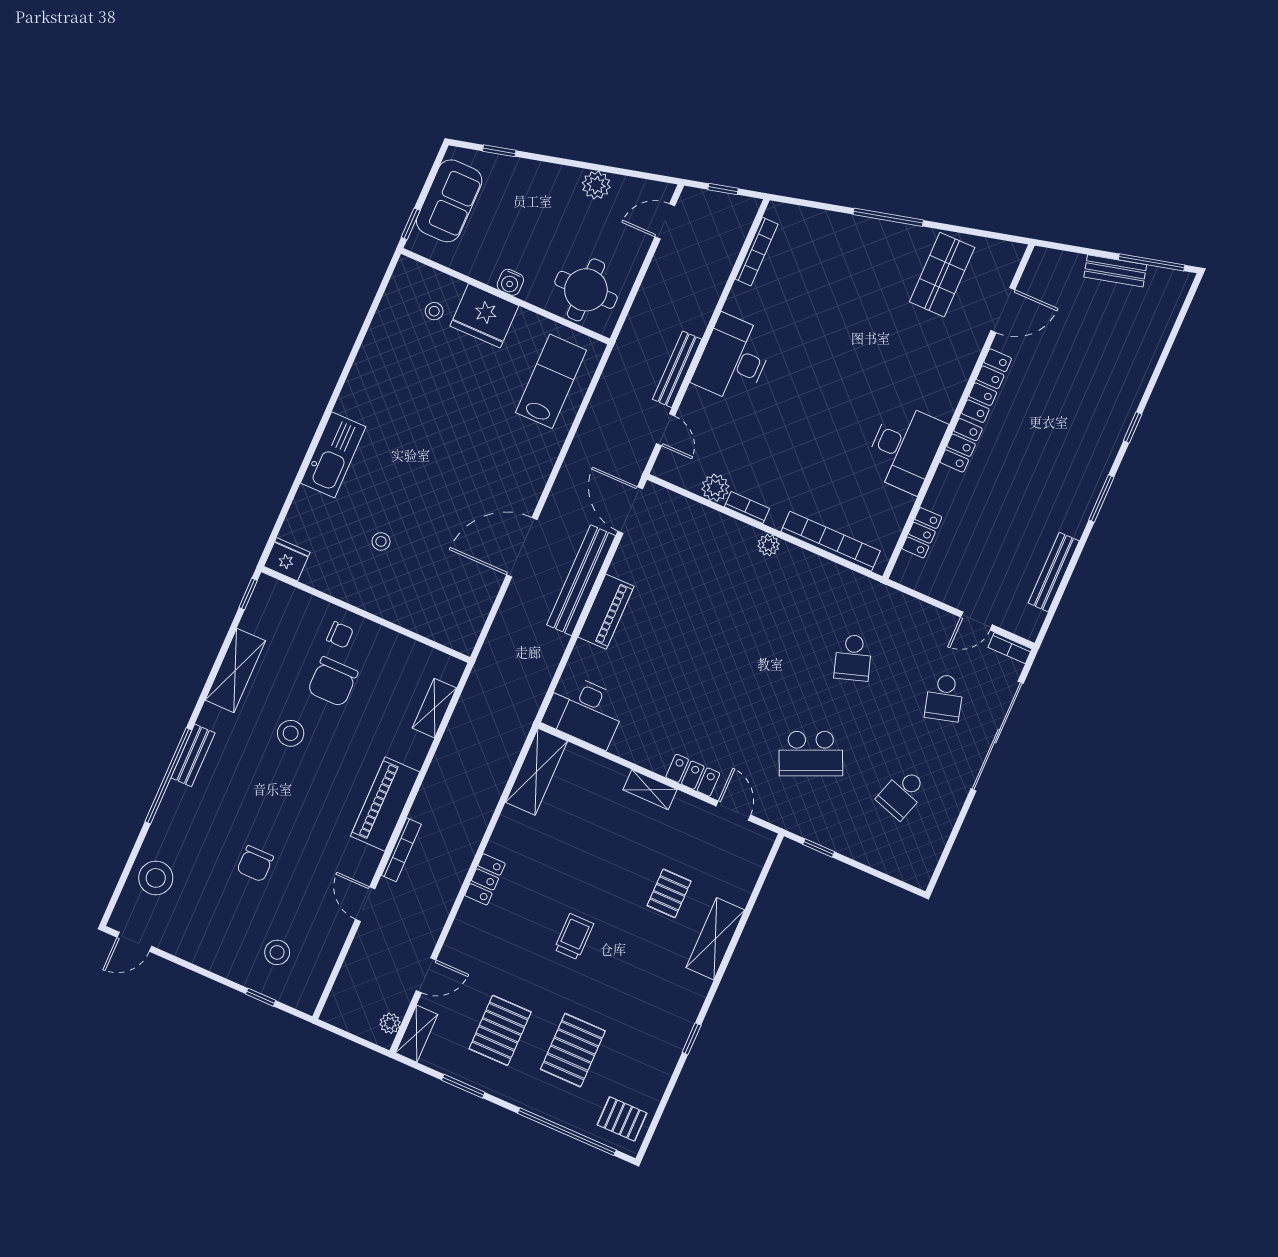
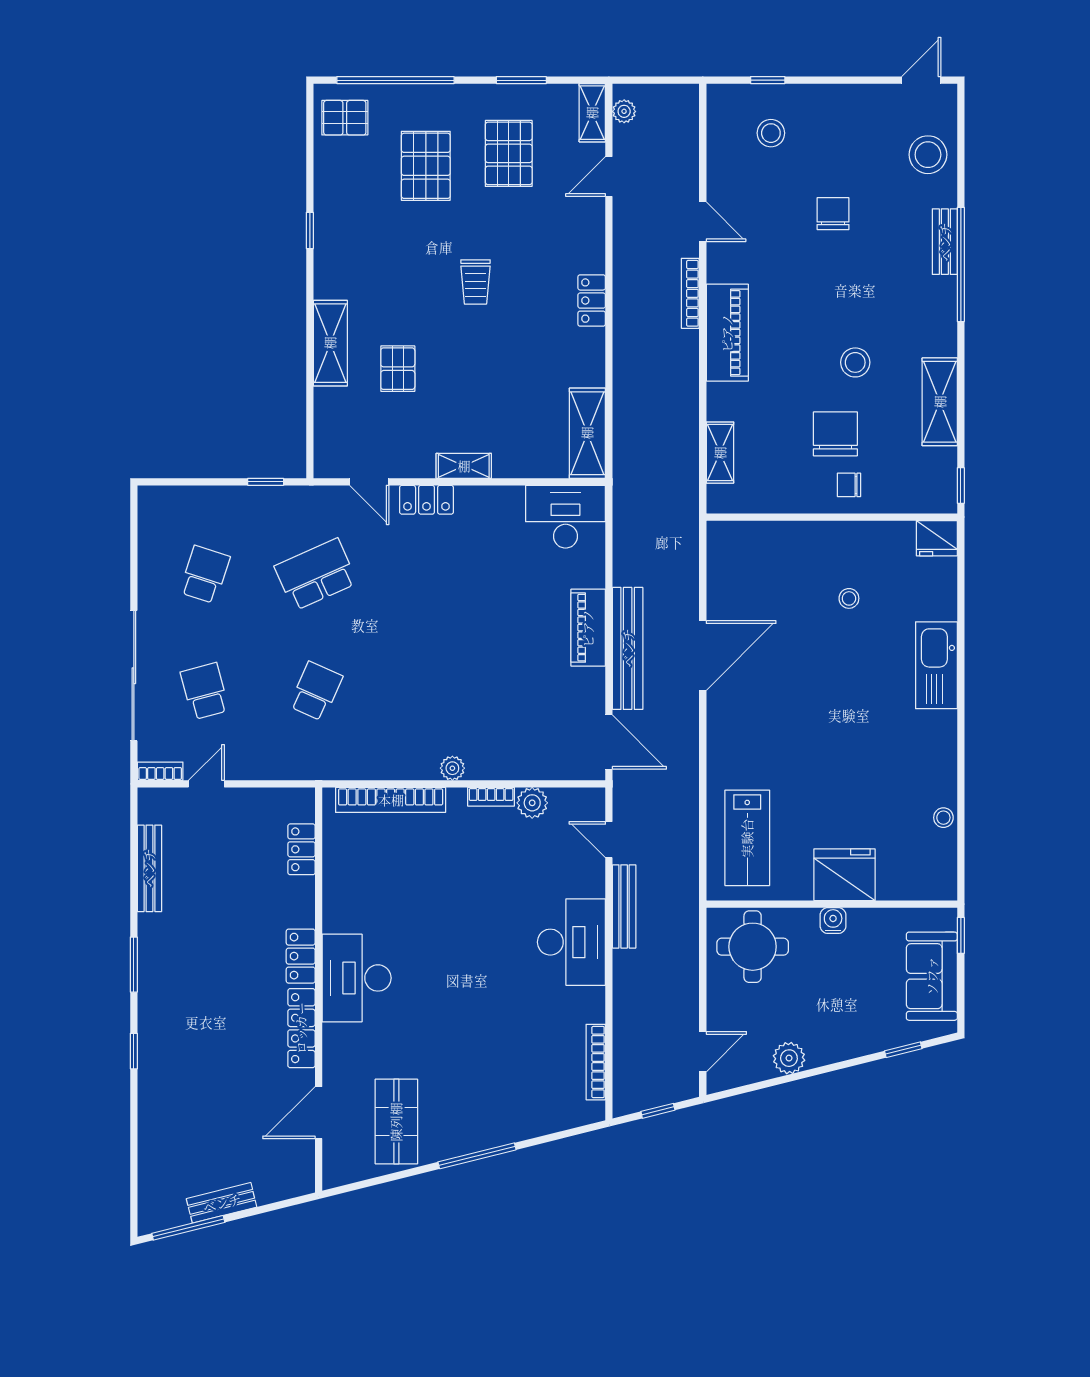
stool: (434, 311) -> (943, 818), moved
desk: (905, 448) -> (357, 978), moved
school desk: (853, 658) -> (316, 691), turned 42
bench: (193, 755) -> (945, 242), moved

